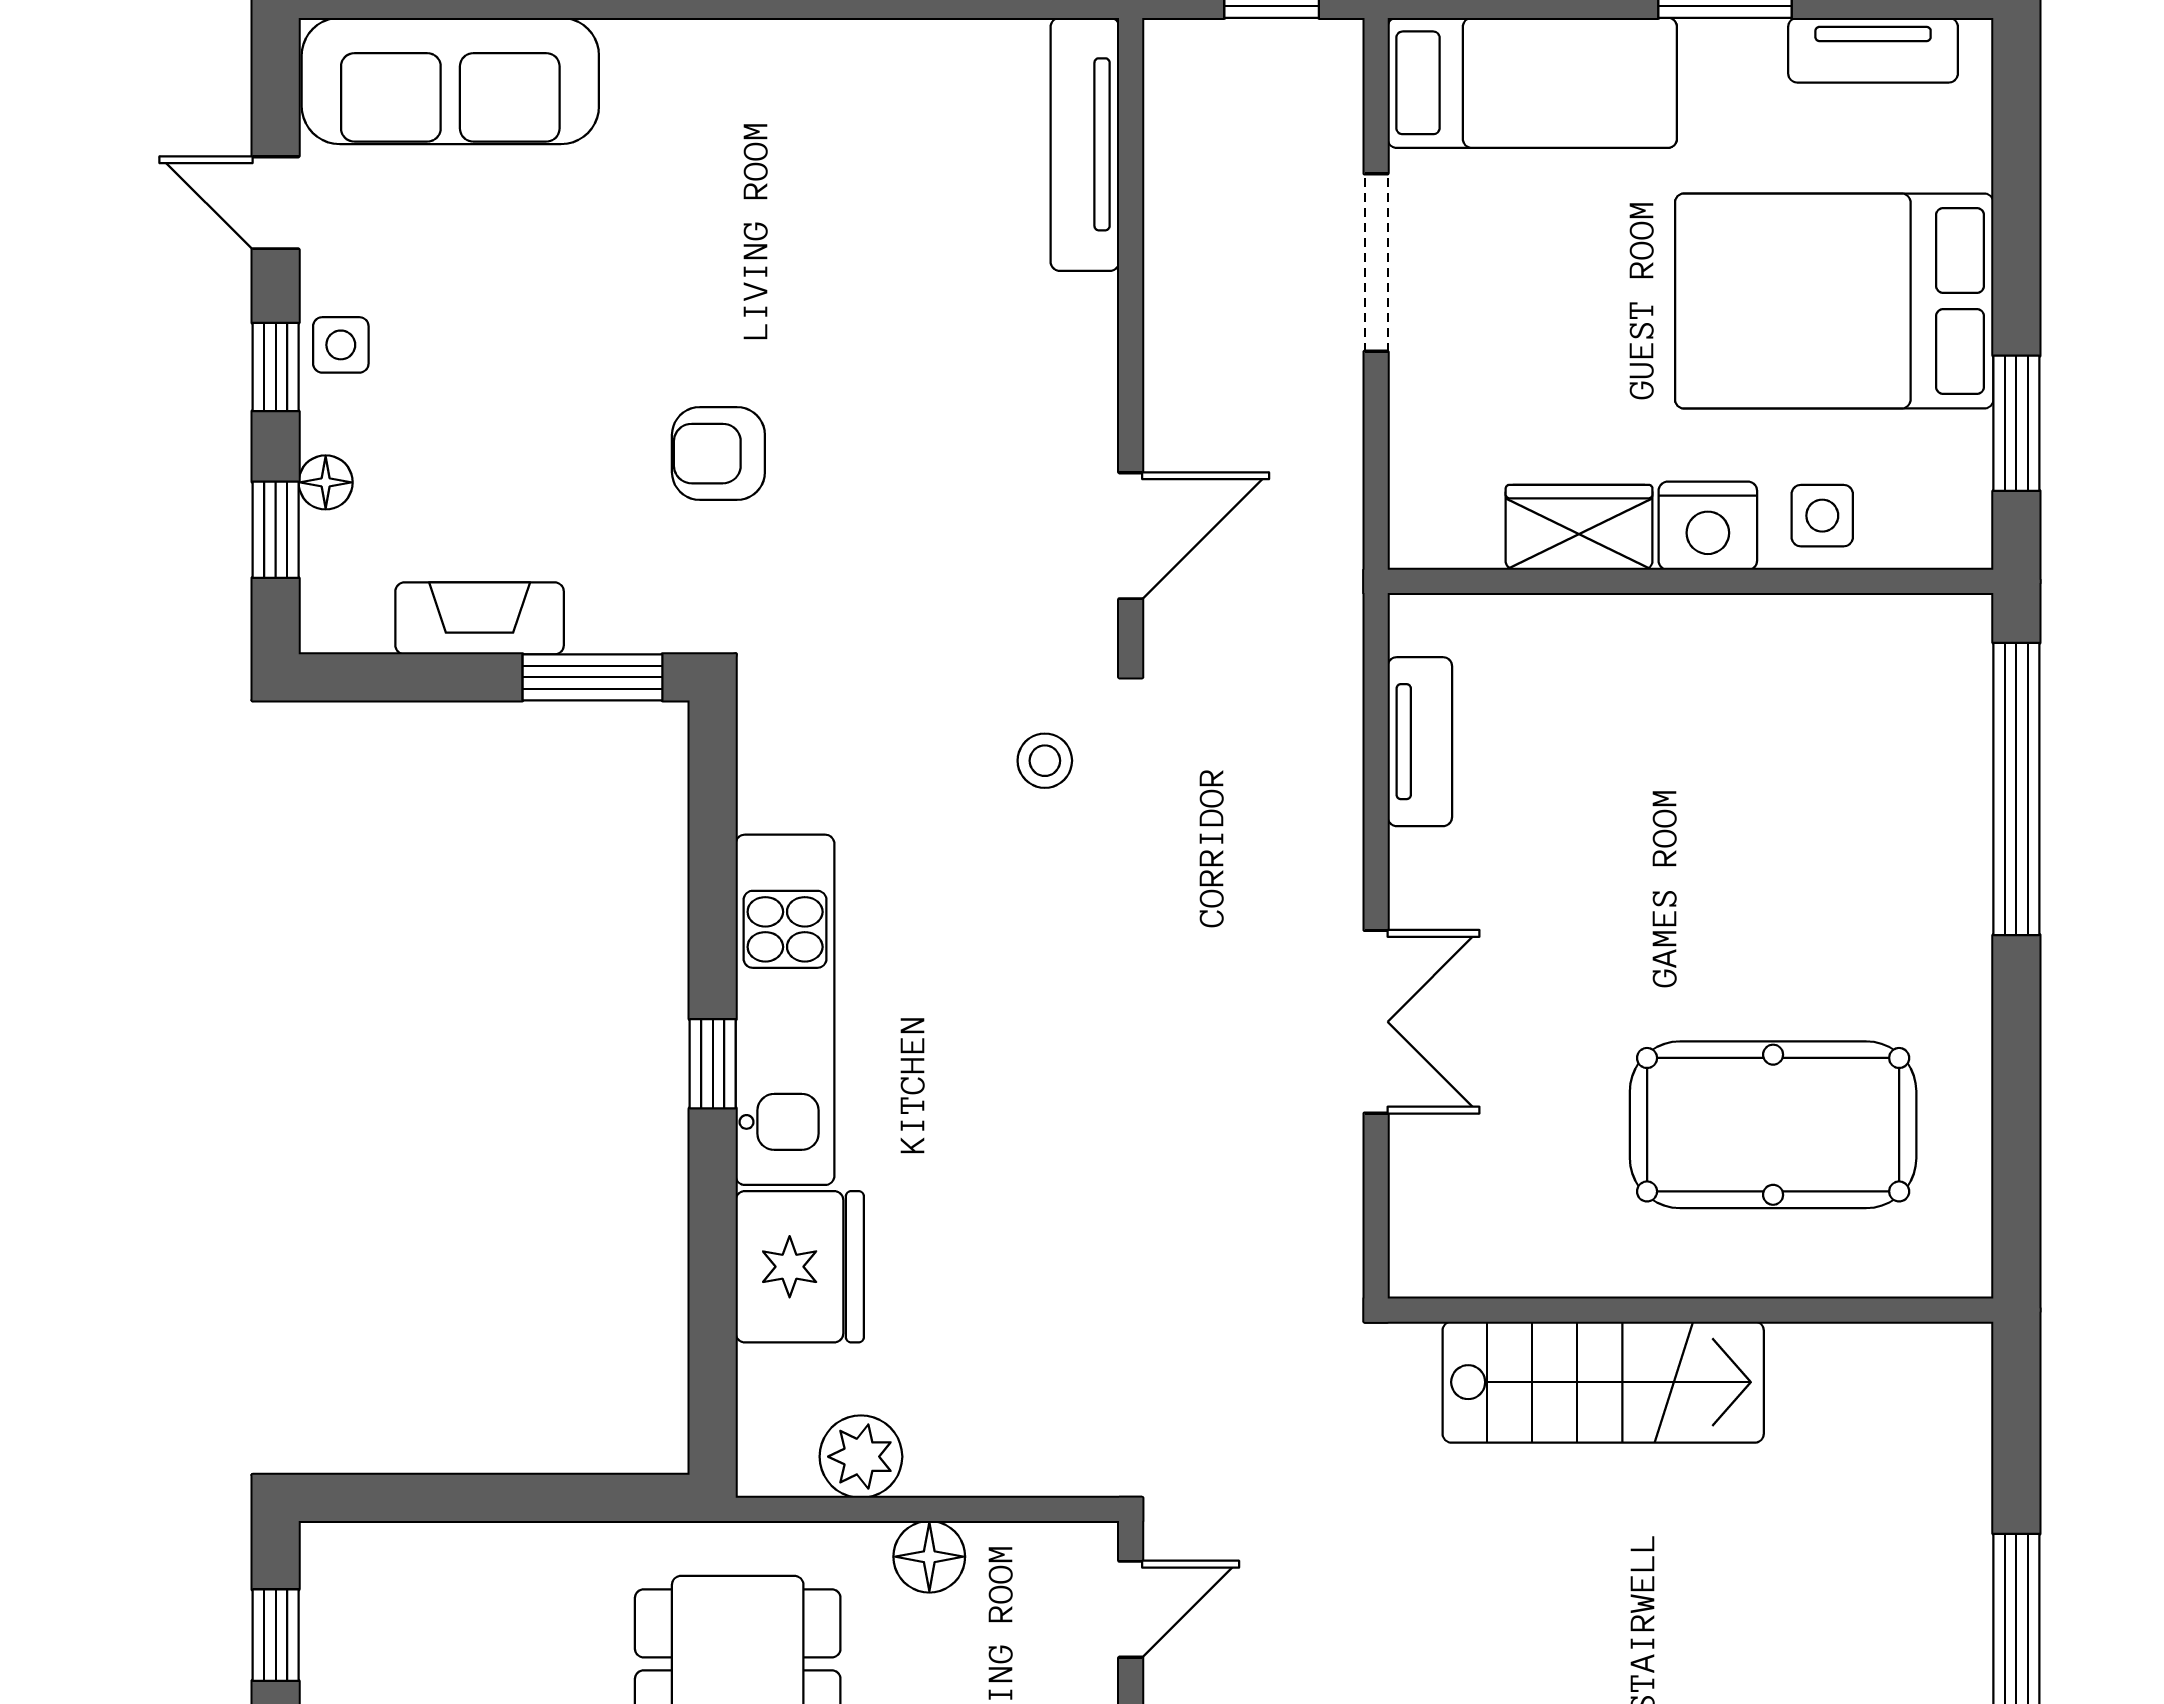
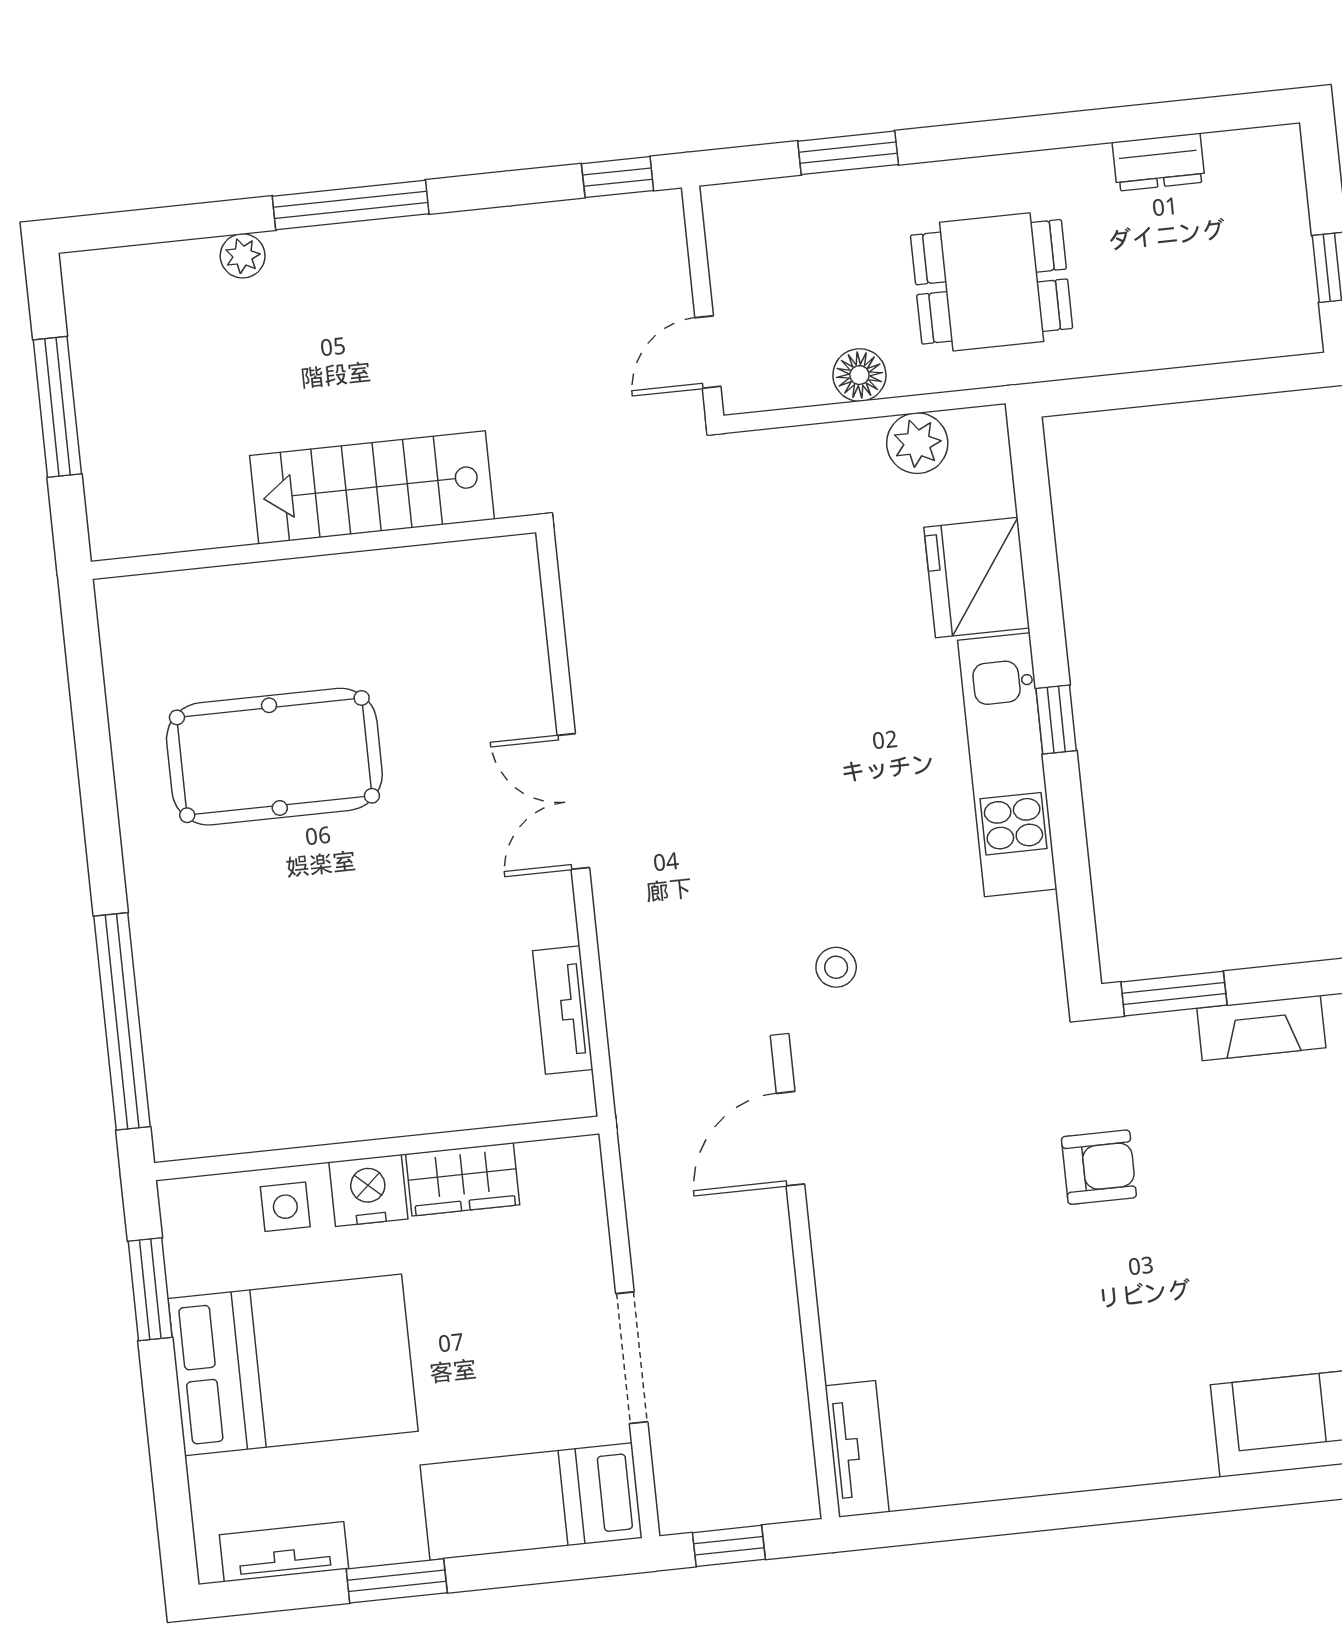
tv unit: (1085, 144) -> (857, 1449), width x0.71
wall: (1691, 1310) -> (314, 547), moved
stairs: (1603, 1382) -> (372, 487), moved

